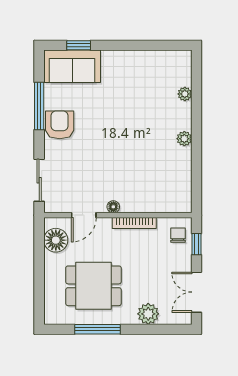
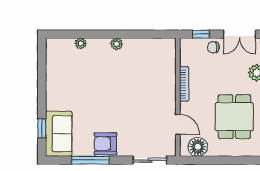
floor lamp: (113, 207) -> (171, 101), removed
chair: (178, 235) -> (213, 47), moved

